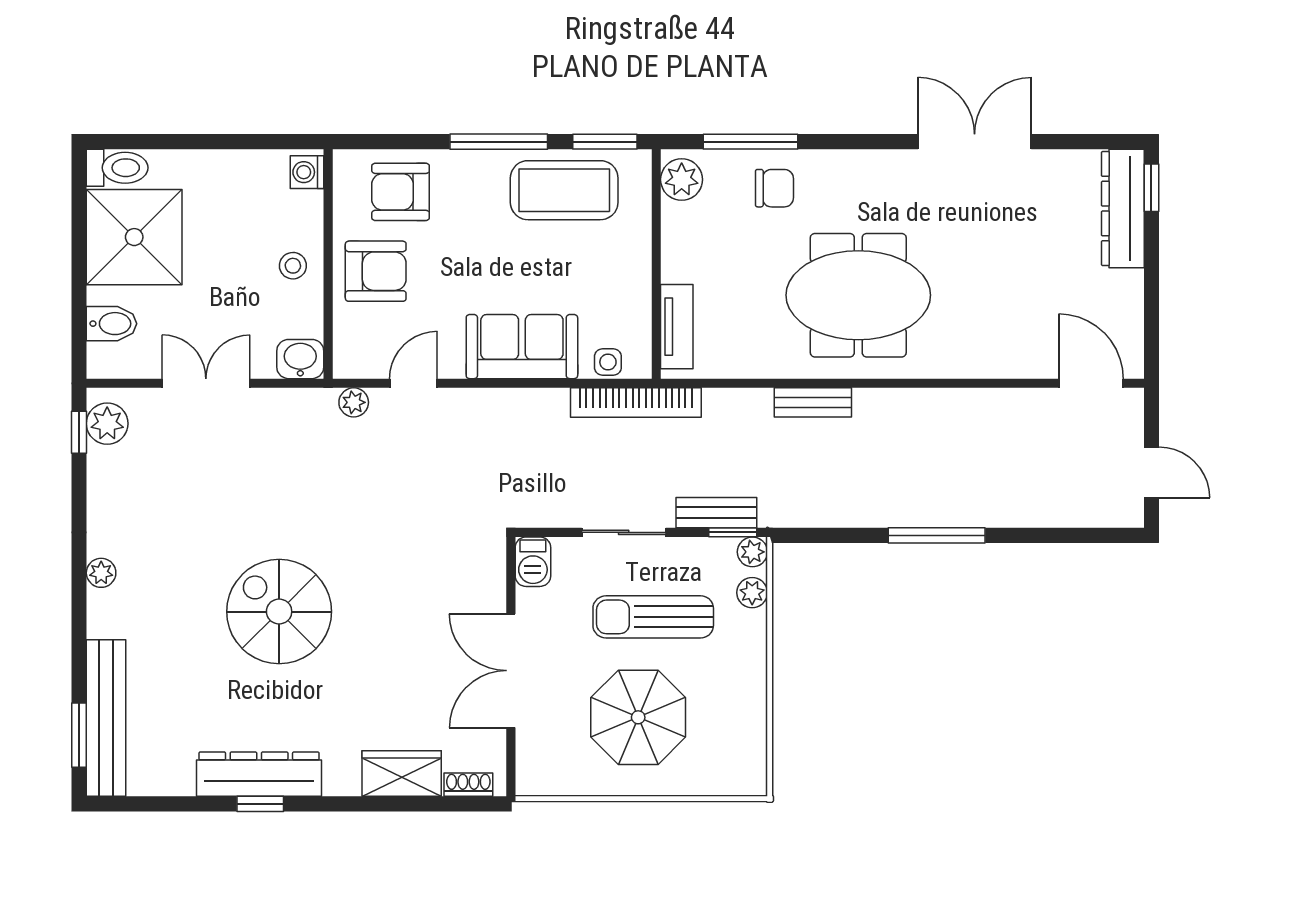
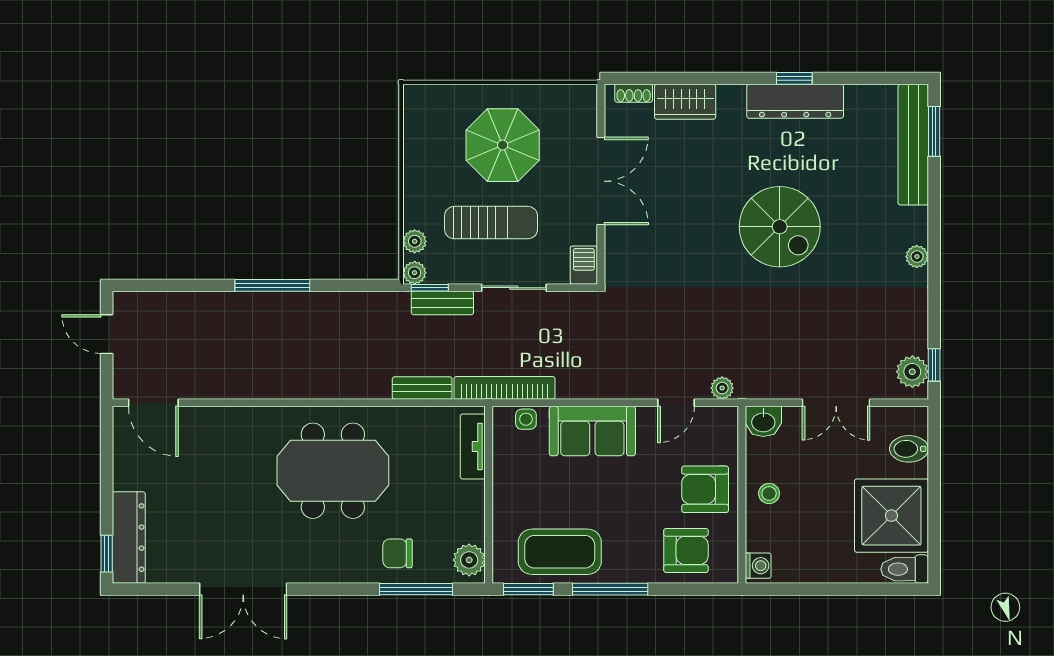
bench: (813, 402) -> (422, 388), moved

